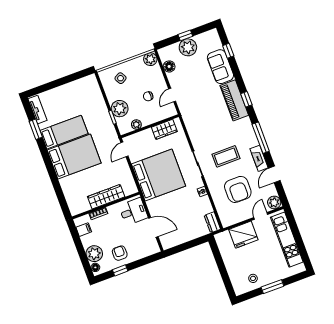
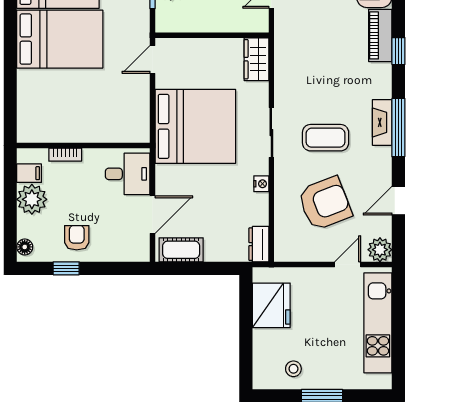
piano: (234, 100) -> (380, 35), width x0.73, depth x0.75
plant: (136, 125) -> (189, 24), removed
wardrobe: (164, 129) -> (256, 59), moved, turned 90
fireplace: (259, 158) -> (382, 122), moved
armchair: (238, 189) -> (325, 203), turned -111
wardrobe: (106, 197) -> (90, 130), removed
door: (153, 227) -> (152, 215), hinge flipped
fridge: (243, 235) -> (271, 305), moved, turned -90
cot: (174, 240) -> (181, 250), added
plant: (94, 254) -> (32, 199), moved

